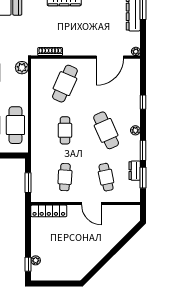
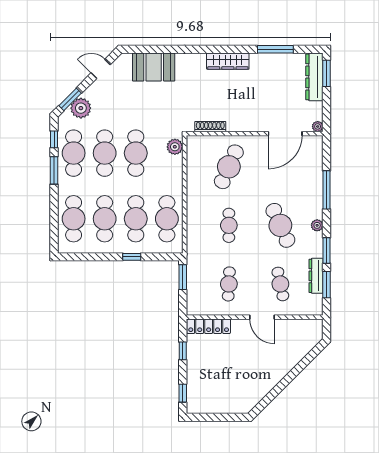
window: (143, 102) -> (327, 190), width x2.17
dresser: (135, 171) -> (316, 276), width x1.44
window: (28, 183) -> (183, 277), moved
window: (28, 231) -> (183, 351), added
plant: (36, 260) -> (192, 388), removed

